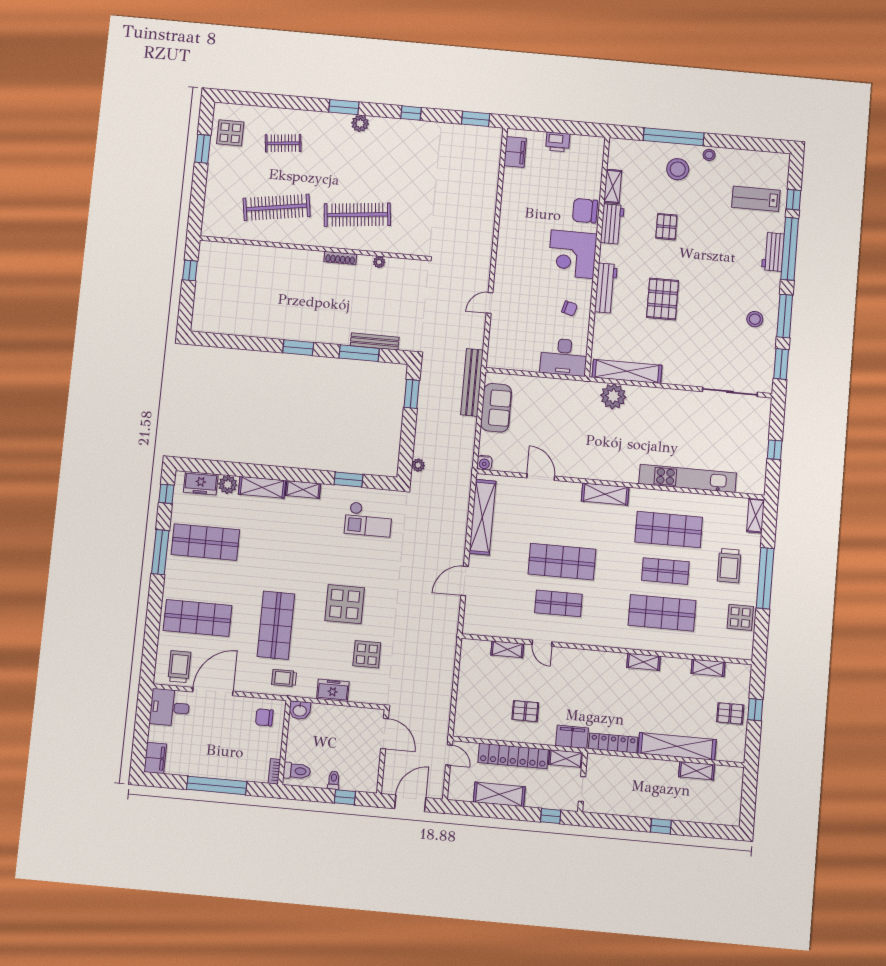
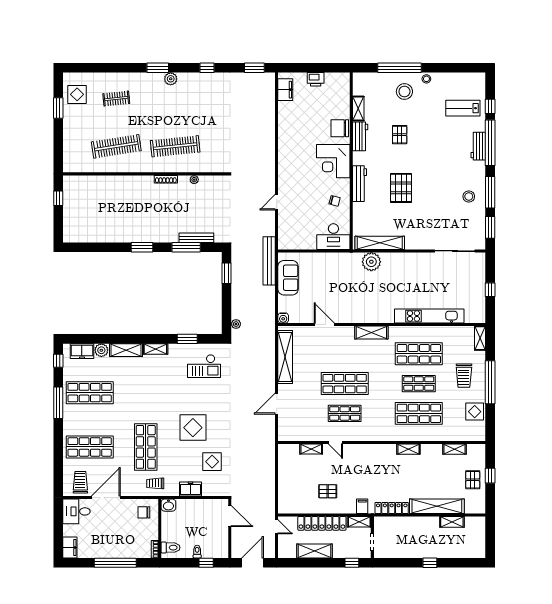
pallet: (730, 713) -> (473, 480), turned 90
filing cabinet: (572, 737) -> (362, 506), width x0.50

